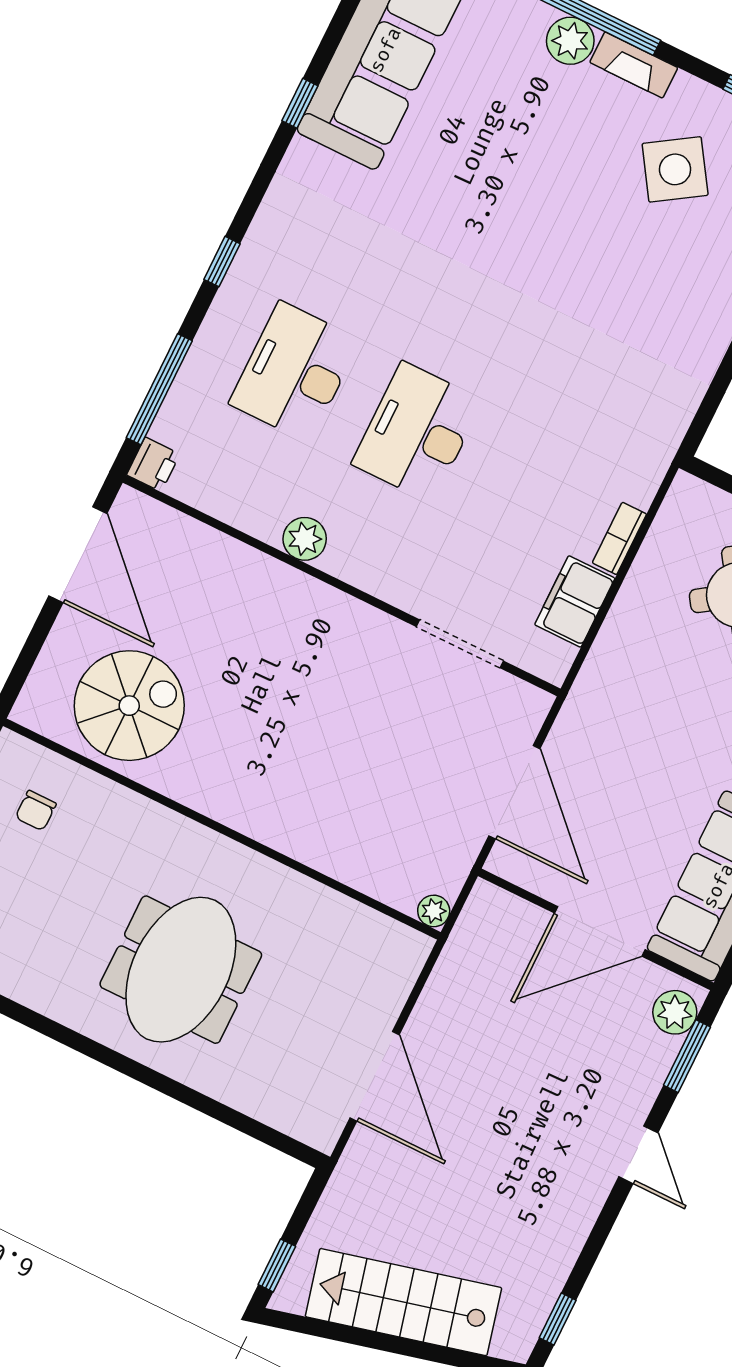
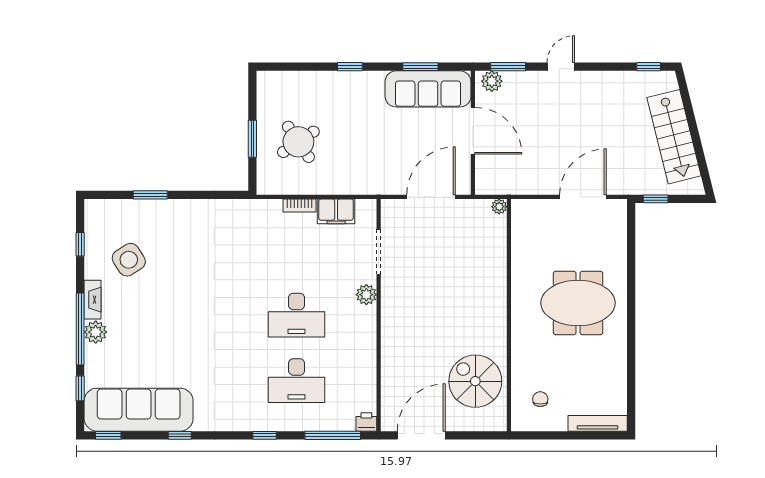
plant: (305, 539) -> (366, 295), moved
chair: (36, 811) -> (540, 399), turned -90
window: (277, 1265) -> (656, 199), moved

